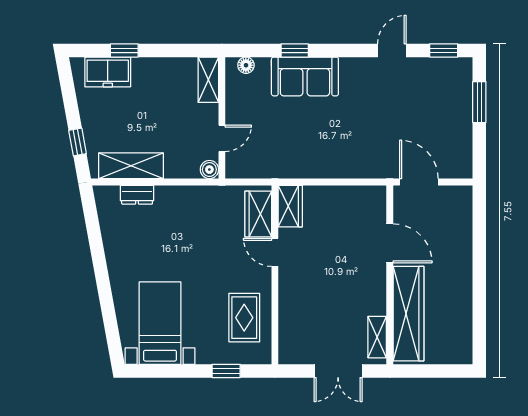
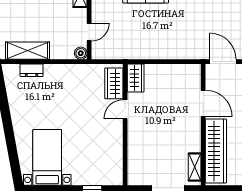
door: (275, 252) -> (125, 109), hinge flipped
rug: (244, 318) -> (104, 154), removed

